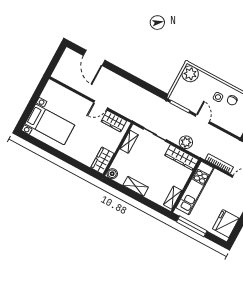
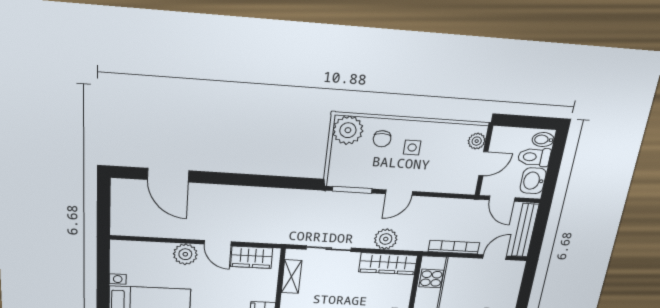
chair: (232, 100) -> (382, 139), moved
plant: (82, 104) -> (185, 254), added
door: (101, 105) -> (218, 243), hinge flipped
door: (202, 119) -> (399, 193), swing flipped

